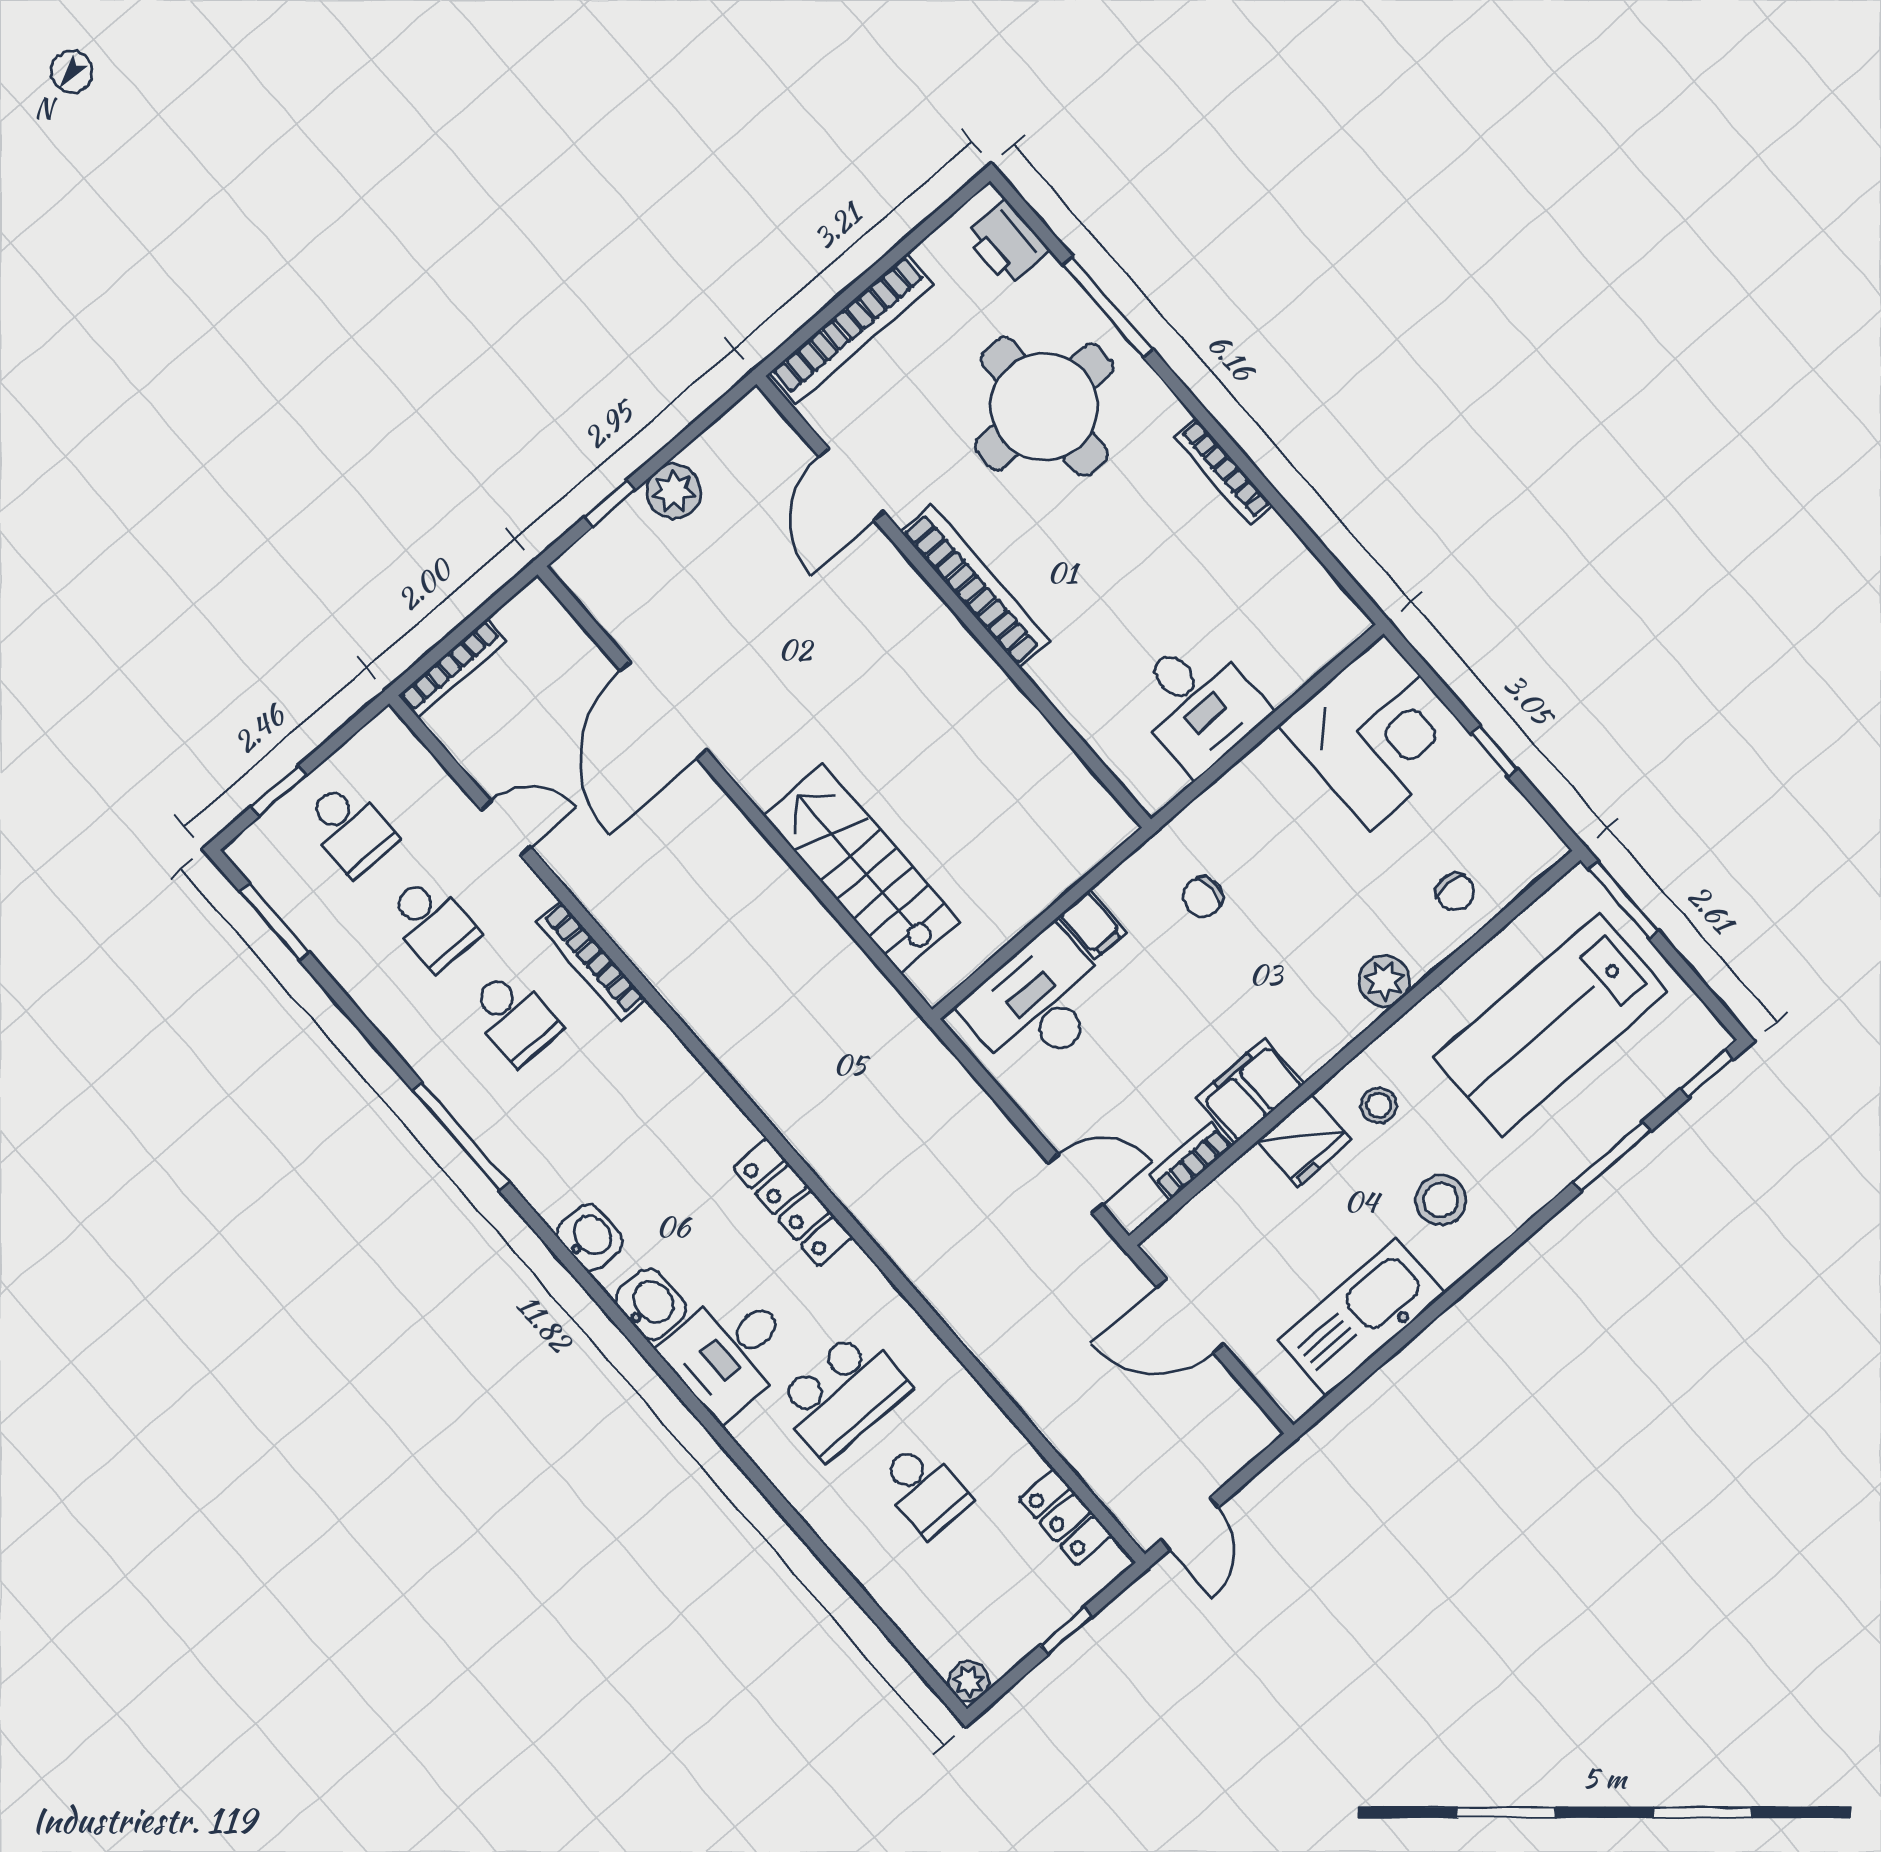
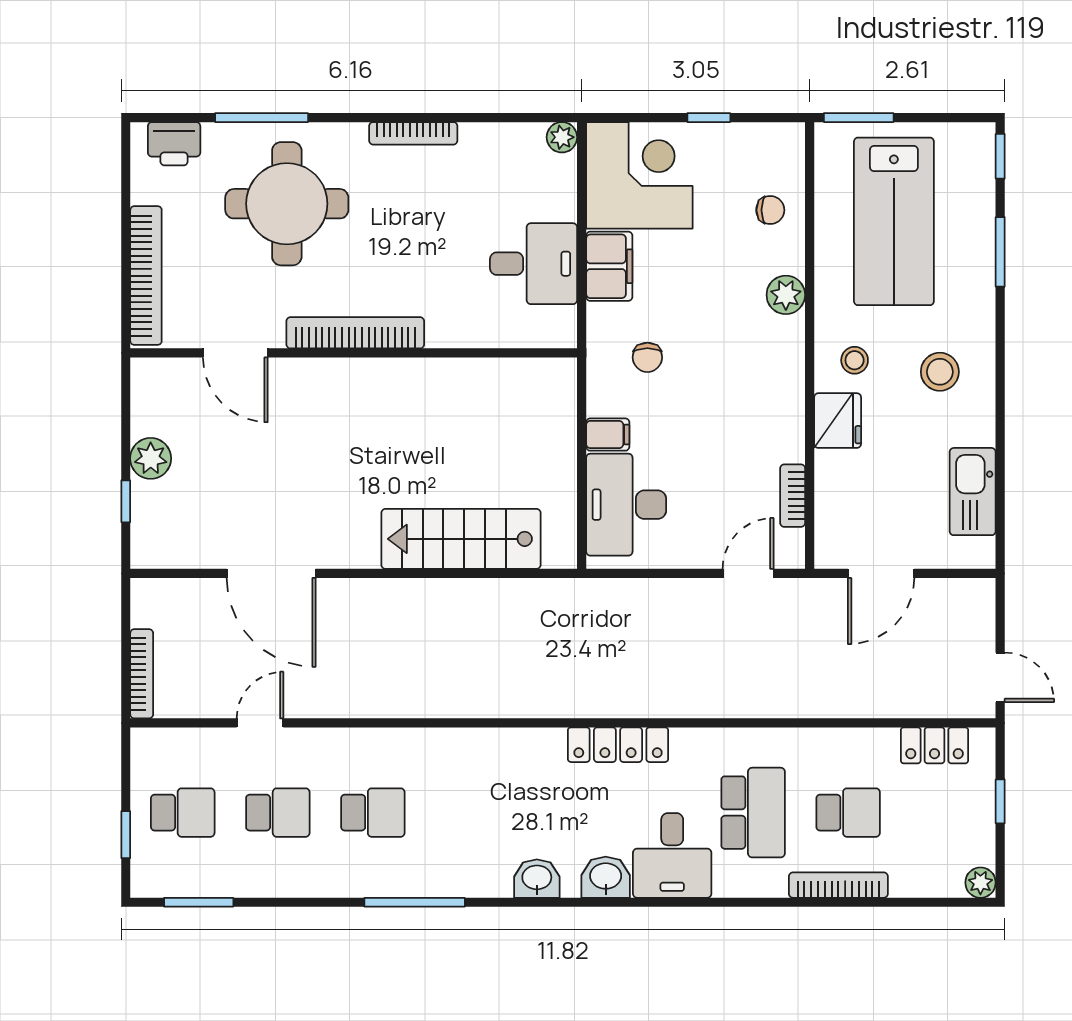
plant: (1348, 622) -> (562, 137), added
bookcase: (591, 961) -> (838, 885), moved, turned 180
filing cabinet: (1250, 1091) -> (609, 266), moved, turned 180
kitchen sink: (1361, 1317) -> (973, 492), width x0.73, depth x0.81

